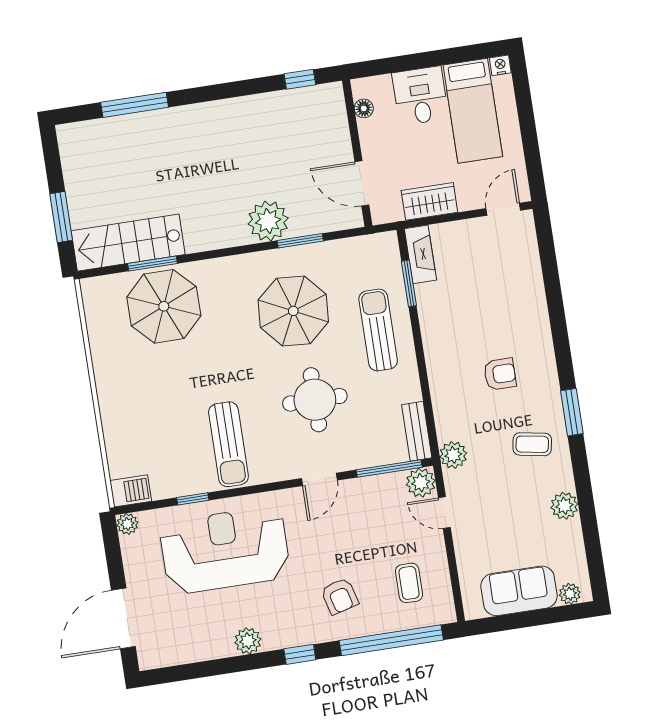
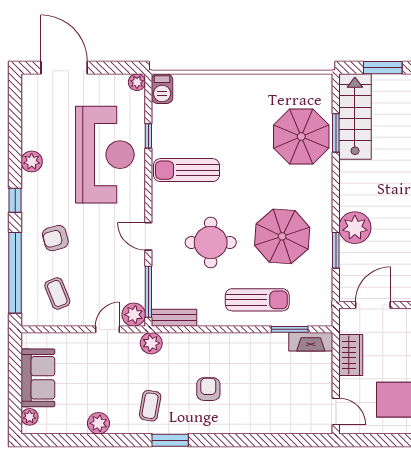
armchair: (500, 374) -> (208, 389), turned 180
coffee table: (409, 583) -> (57, 293), turned 68

